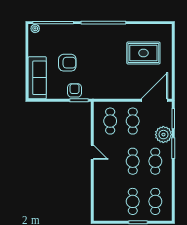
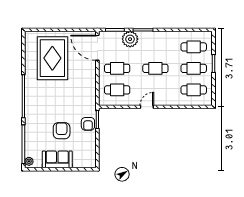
rug: (143, 53) -> (52, 58), width x1.37, depth x1.44
sofa: (37, 78) -> (57, 159), moved, width x0.73
armchair: (75, 90) -> (88, 124), turned -90
cafe table: (155, 161) -> (194, 90), moved

